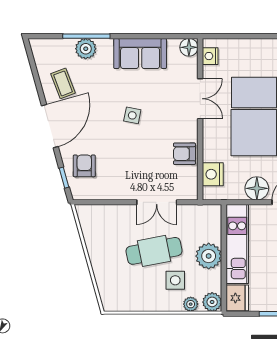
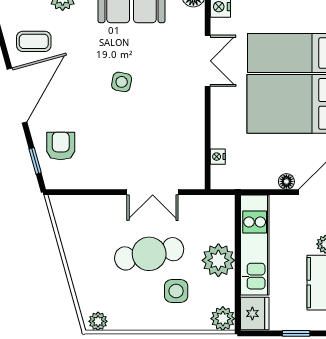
coffee table: (63, 83) -> (34, 41), turned -69
armchair: (184, 154) -> (188, 131), removed
nightstand: (213, 174) -> (218, 157), width x0.53, depth x0.56
floor lamp: (257, 188) -> (286, 181), width x0.53, depth x0.53
plant: (191, 304) -> (98, 321), moved

